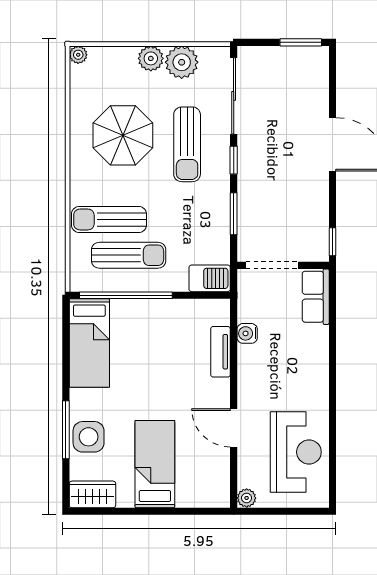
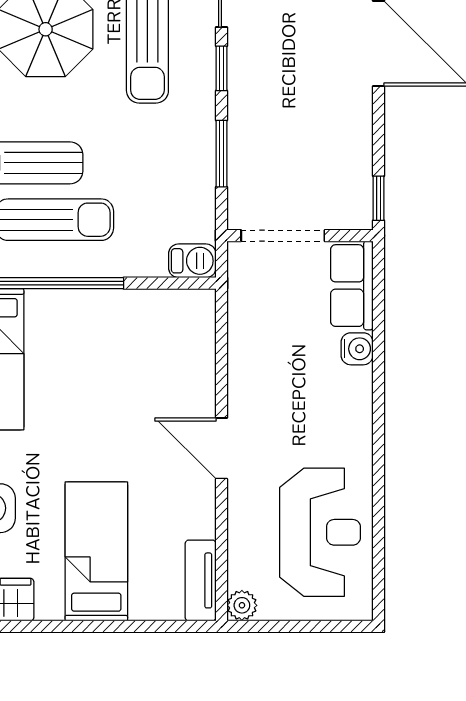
barbecue: (210, 278) -> (192, 261), width x0.73, depth x0.79
water cooler: (247, 333) -> (357, 349), moved, turned 180
tv unit: (221, 352) -> (201, 580), moved
door: (234, 428) -> (221, 448), moved

